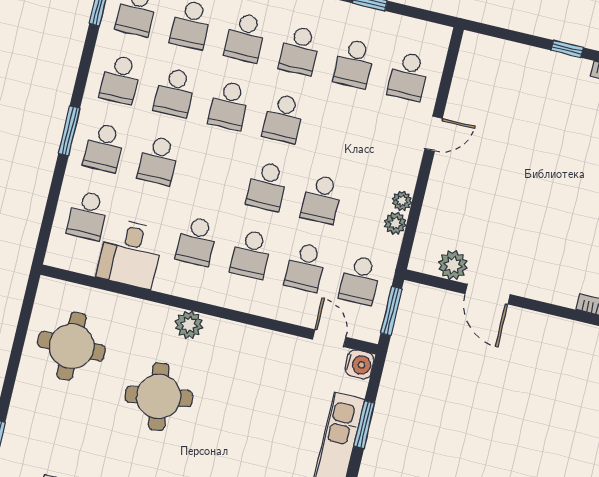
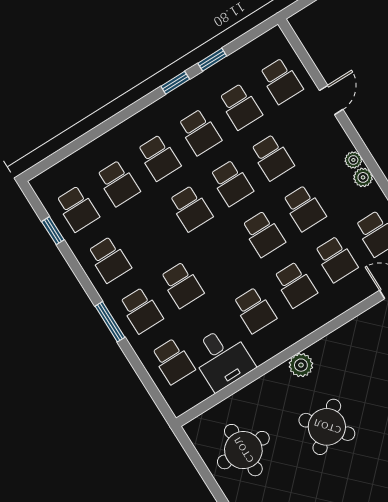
school desk: (175, 92) -> (272, 157), moved
round table: (159, 397) -> (327, 427), turned -31

